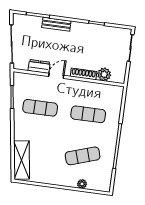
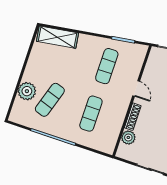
dresser: (39, 66) -> (149, 73), removed
exercise mat: (83, 156) -> (50, 100), turned 36
plant: (82, 184) -> (27, 91), width x1.87, depth x1.87

